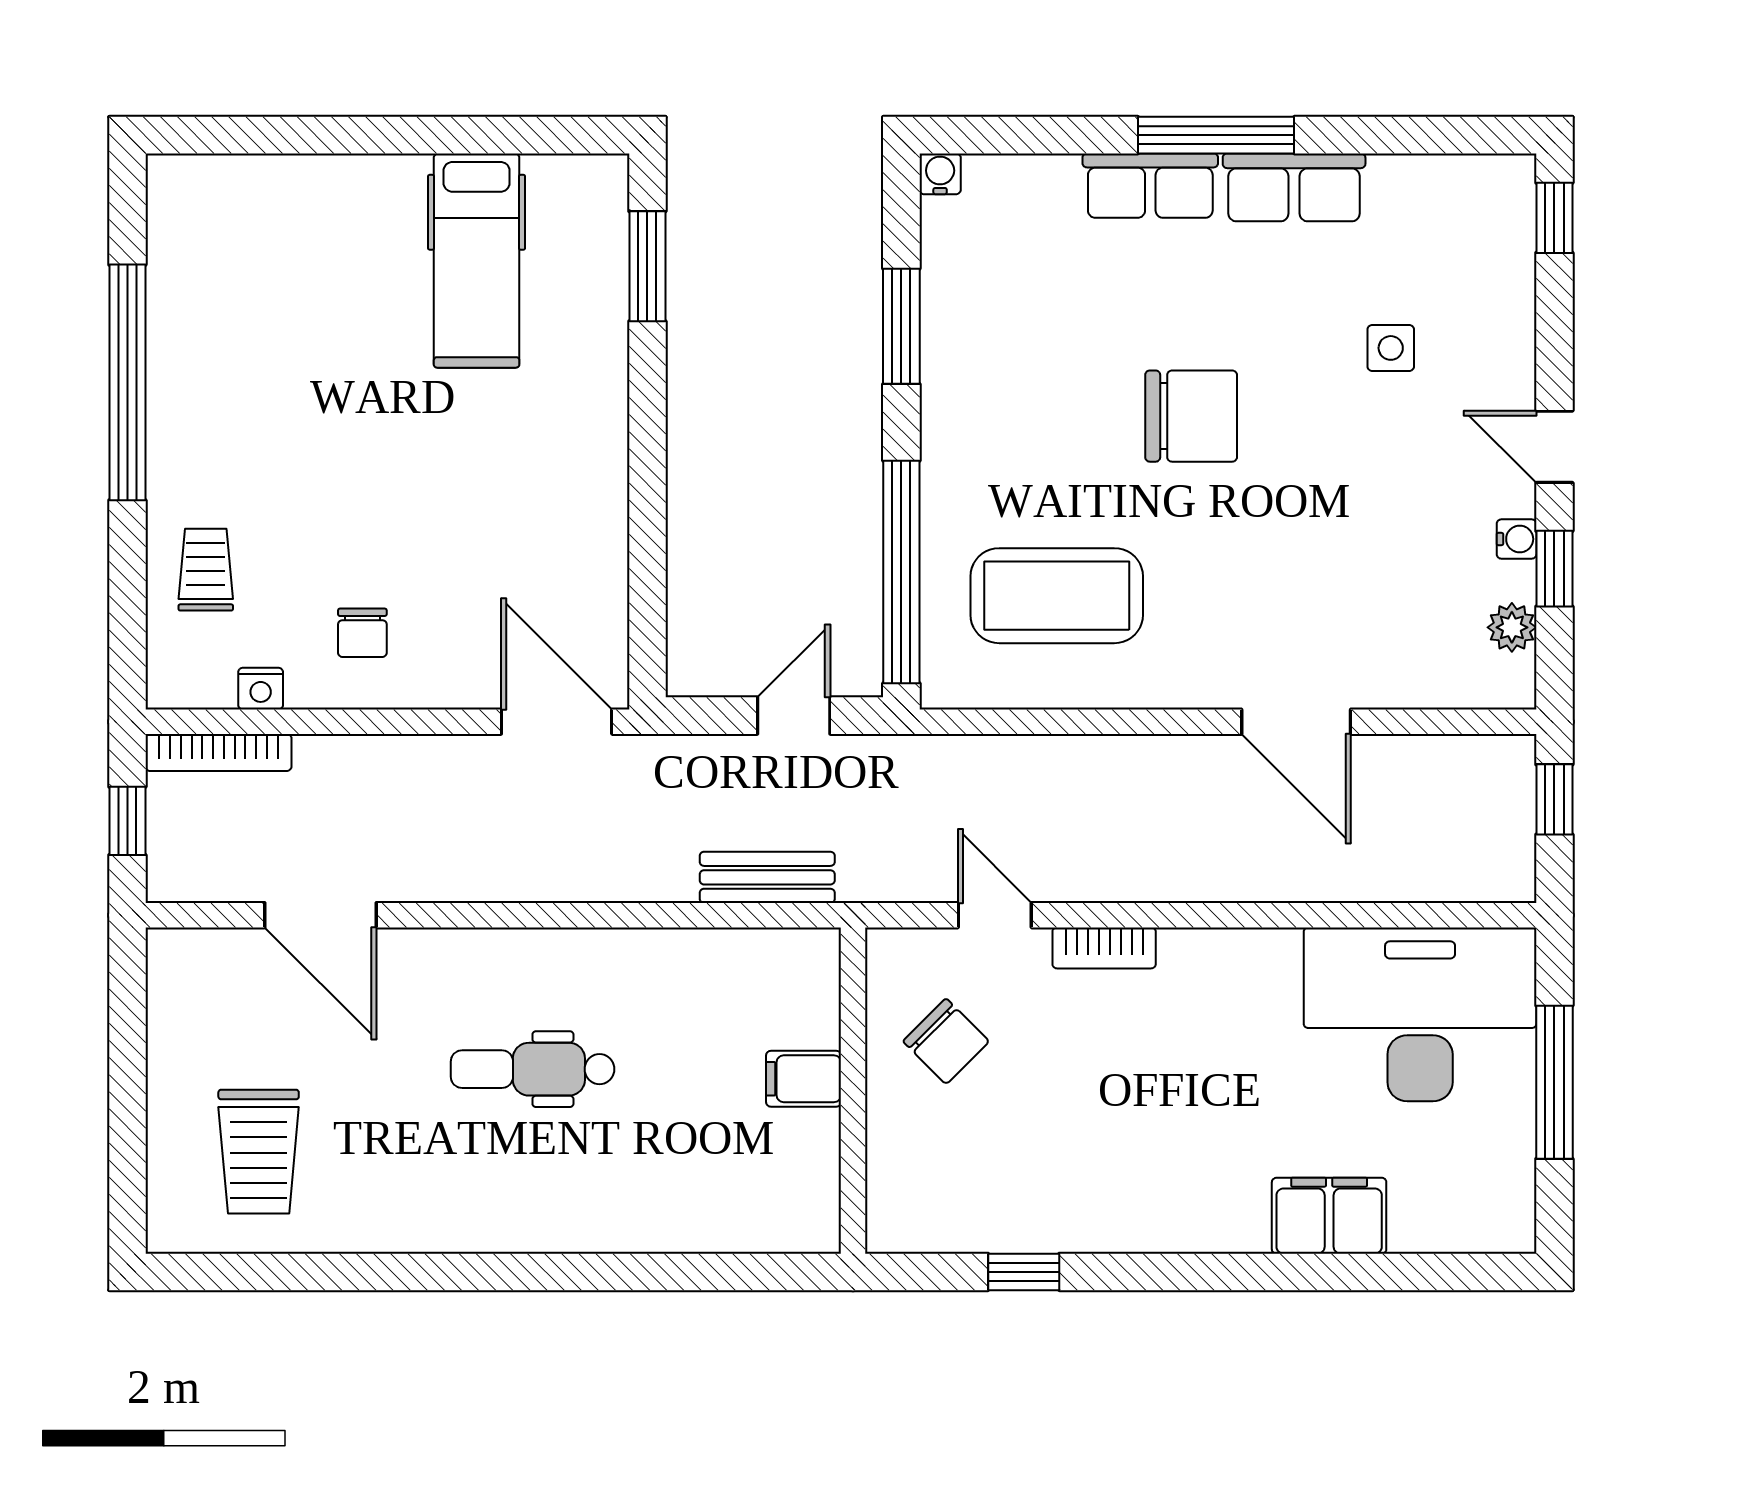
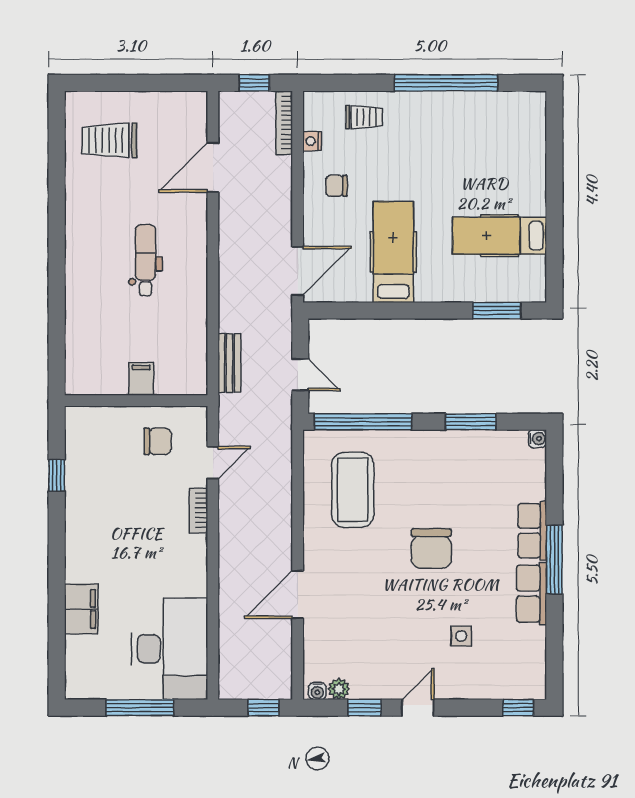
hospital bed: (514, 503) -> (393, 252), added
water cooler: (1517, 539) -> (317, 691), moved
chair: (946, 1041) -> (158, 441), turned -135

